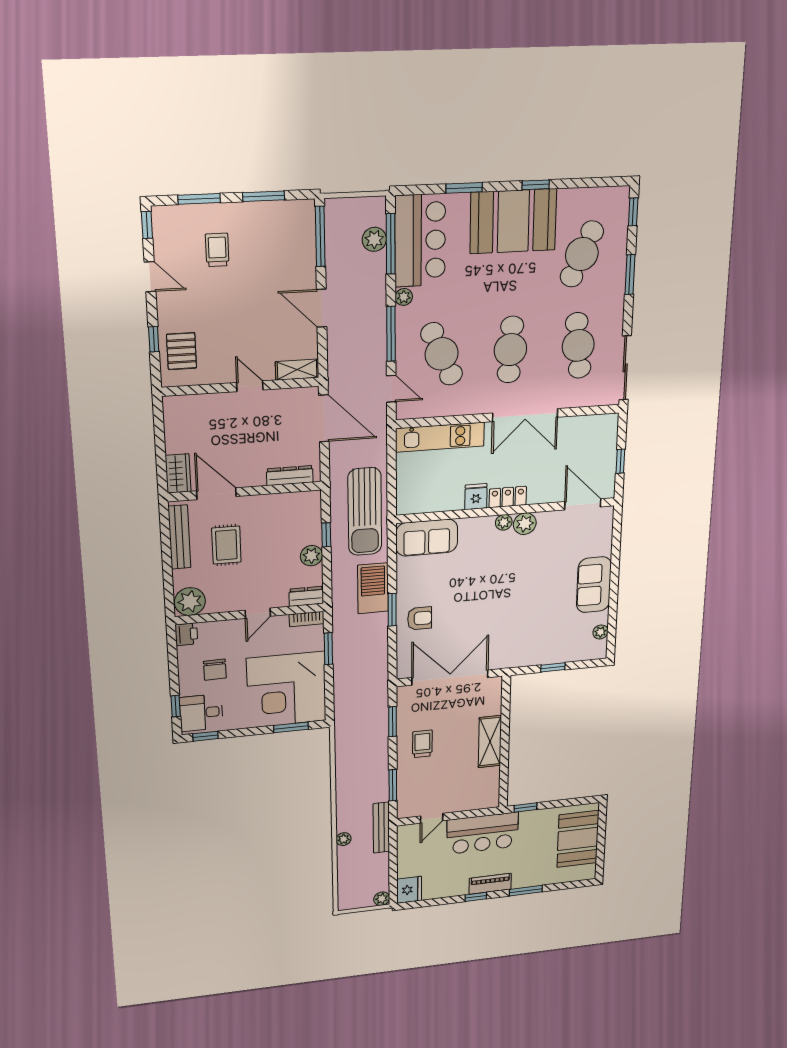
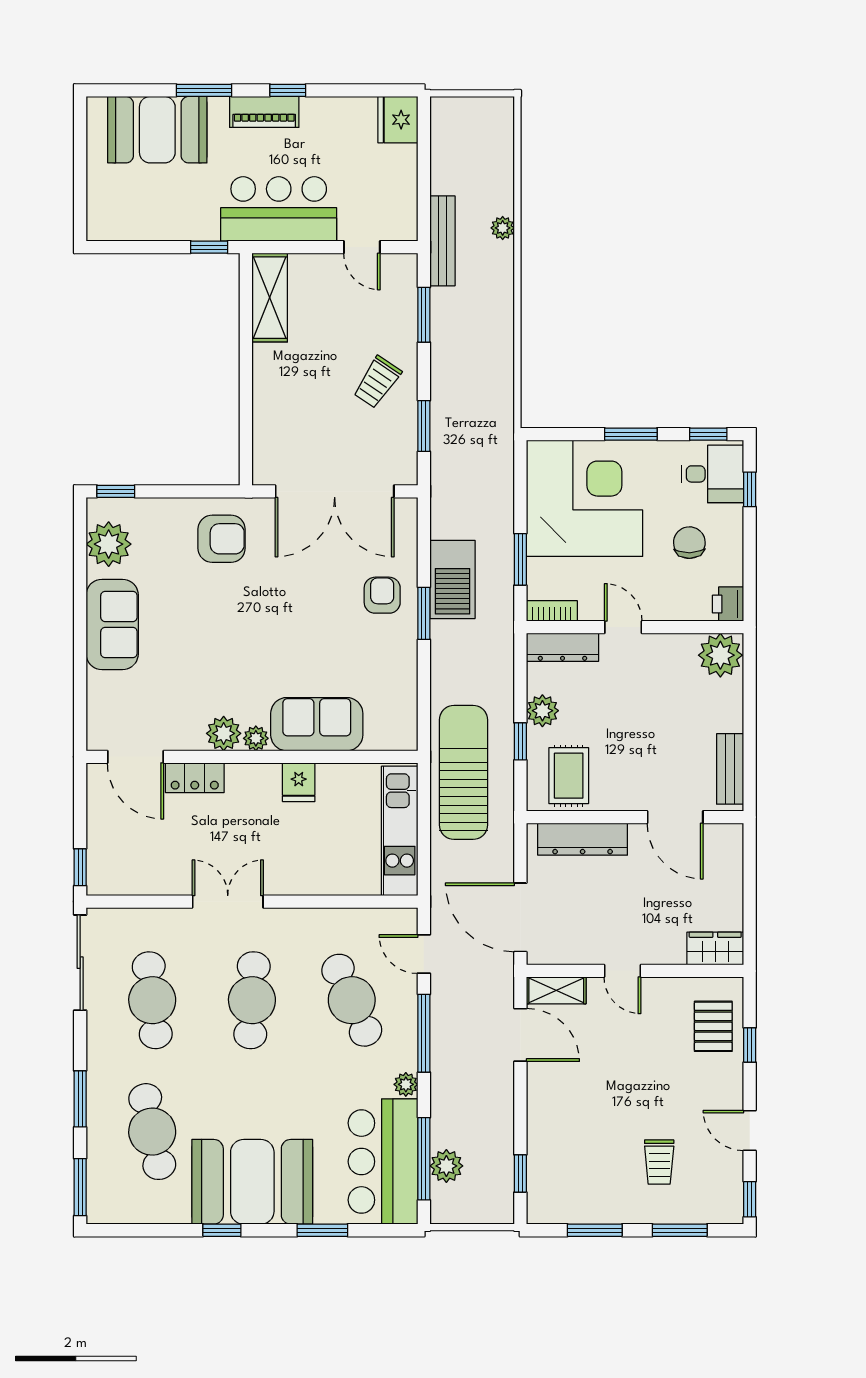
window: (633, 212) -> (80, 1187), width x1.50
window: (320, 236) -> (520, 1173), width x0.46
cafe table: (582, 254) -> (152, 1132), turned -36
door: (322, 308) -> (520, 1035), moved
double door: (525, 415) -> (228, 902), width x0.73
kitchen unit: (440, 437) -> (400, 831), moved, turned -90
window: (620, 461) -> (80, 867), moved
wardrobe: (178, 473) -> (715, 948), moved, turned 90
dresser: (290, 476) -> (583, 839), width x1.37, depth x1.24
locker: (508, 497) -> (195, 778), moved
bench: (179, 537) -> (730, 769), width x0.73
sofa: (427, 538) -> (317, 724), moved
rug: (226, 545) -> (569, 776), moved
barbecue: (373, 588) -> (452, 579), moved
dresser: (306, 596) -> (563, 647), width x1.44
door: (258, 613) -> (623, 627), hinge flipped
armchair: (420, 618) -> (382, 595), turned 90
plant: (600, 632) -> (109, 544), width x1.88, depth x1.88
armchair: (523, 643) -> (222, 539), added
window: (553, 667) -> (116, 491), moved
window: (291, 727) -> (631, 434), moved
shelving: (490, 742) -> (270, 298), moved
trolley: (422, 744) -> (377, 382), turned 34
door: (432, 818) -> (362, 247), swing flipped
booth: (578, 839) -> (157, 130), moved, turned 90
plant: (382, 899) -> (443, 109), removed

